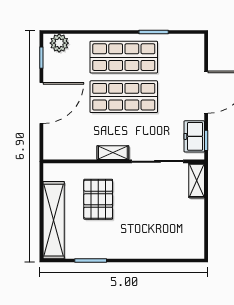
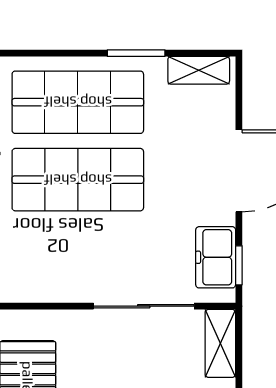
shelving: (113, 153) -> (199, 70), moved

